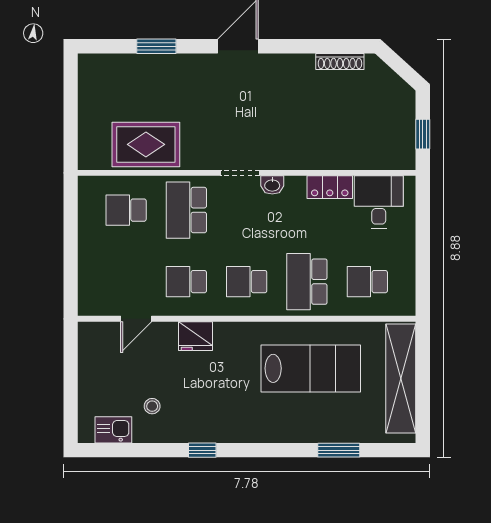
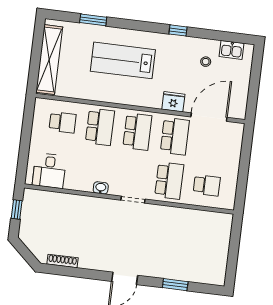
rug: (146, 144) -> (189, 224), removed
washbasin: (272, 185) -> (101, 188), moved
locker: (330, 187) -> (79, 184), removed
school desk: (186, 282) -> (175, 136), width x1.85
school desk: (247, 282) -> (137, 132), width x1.85
door: (136, 319) -> (209, 117), width x1.87
lab bench: (311, 368) -> (123, 60), moved

